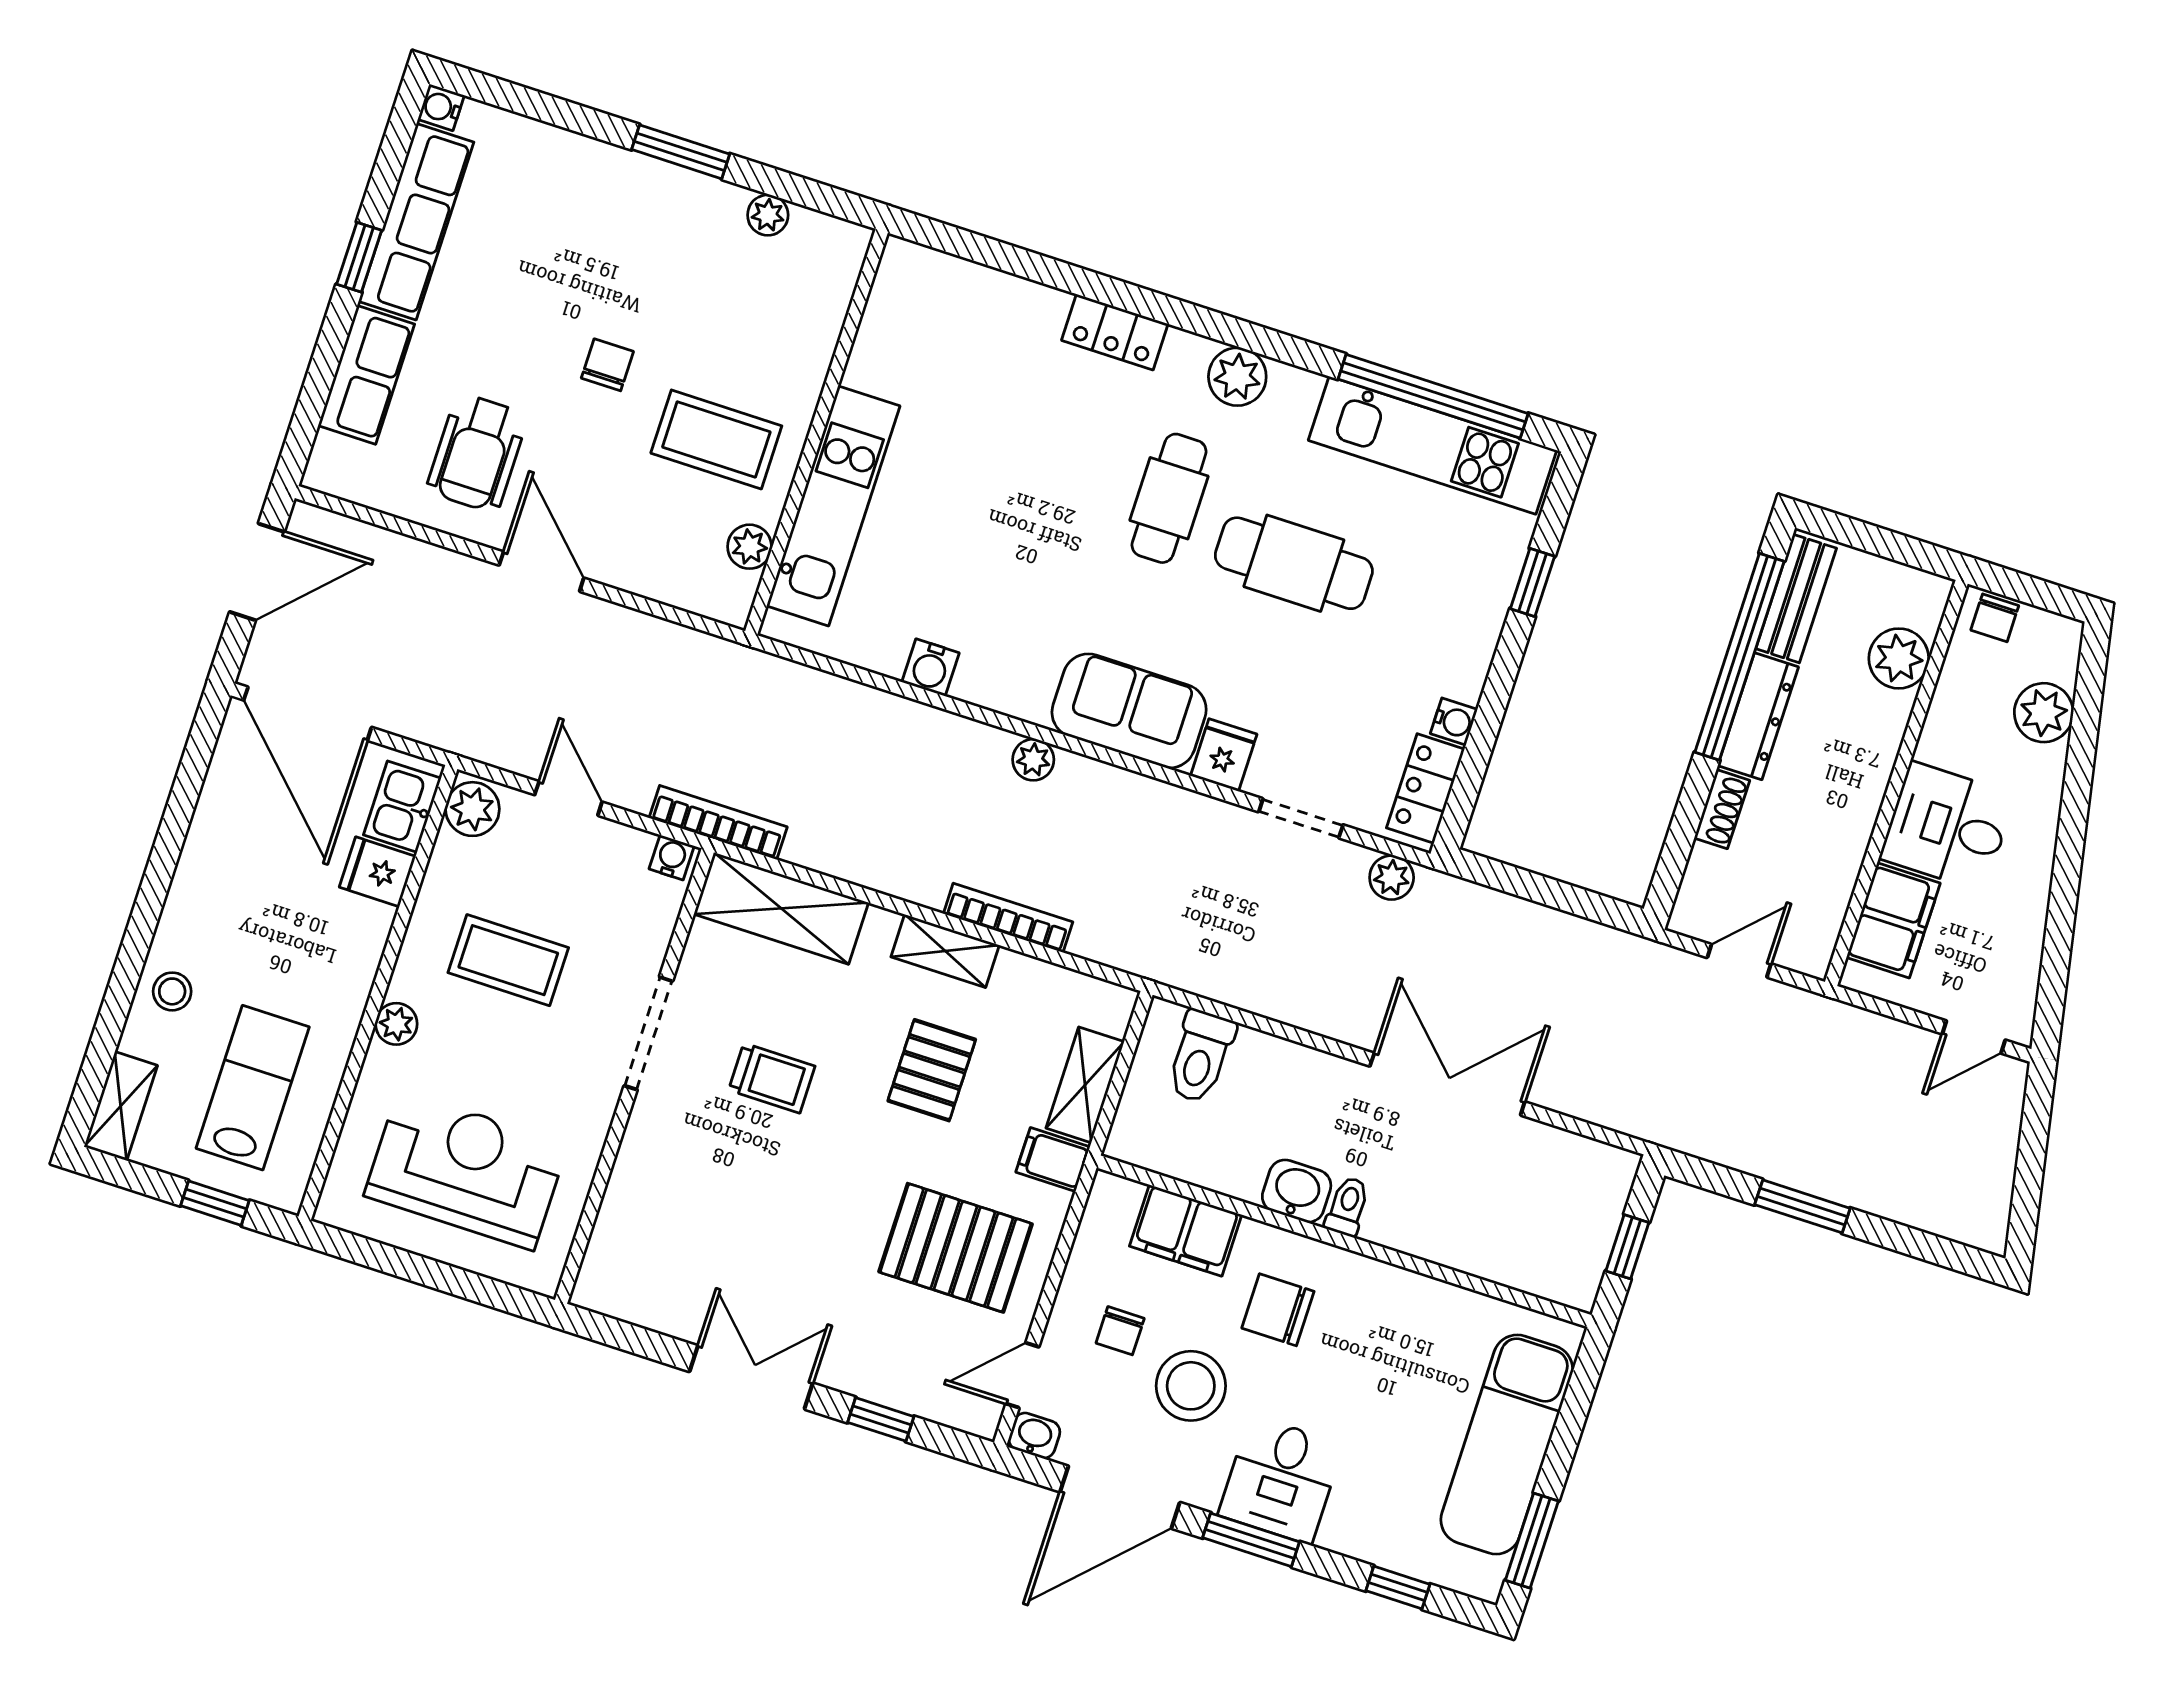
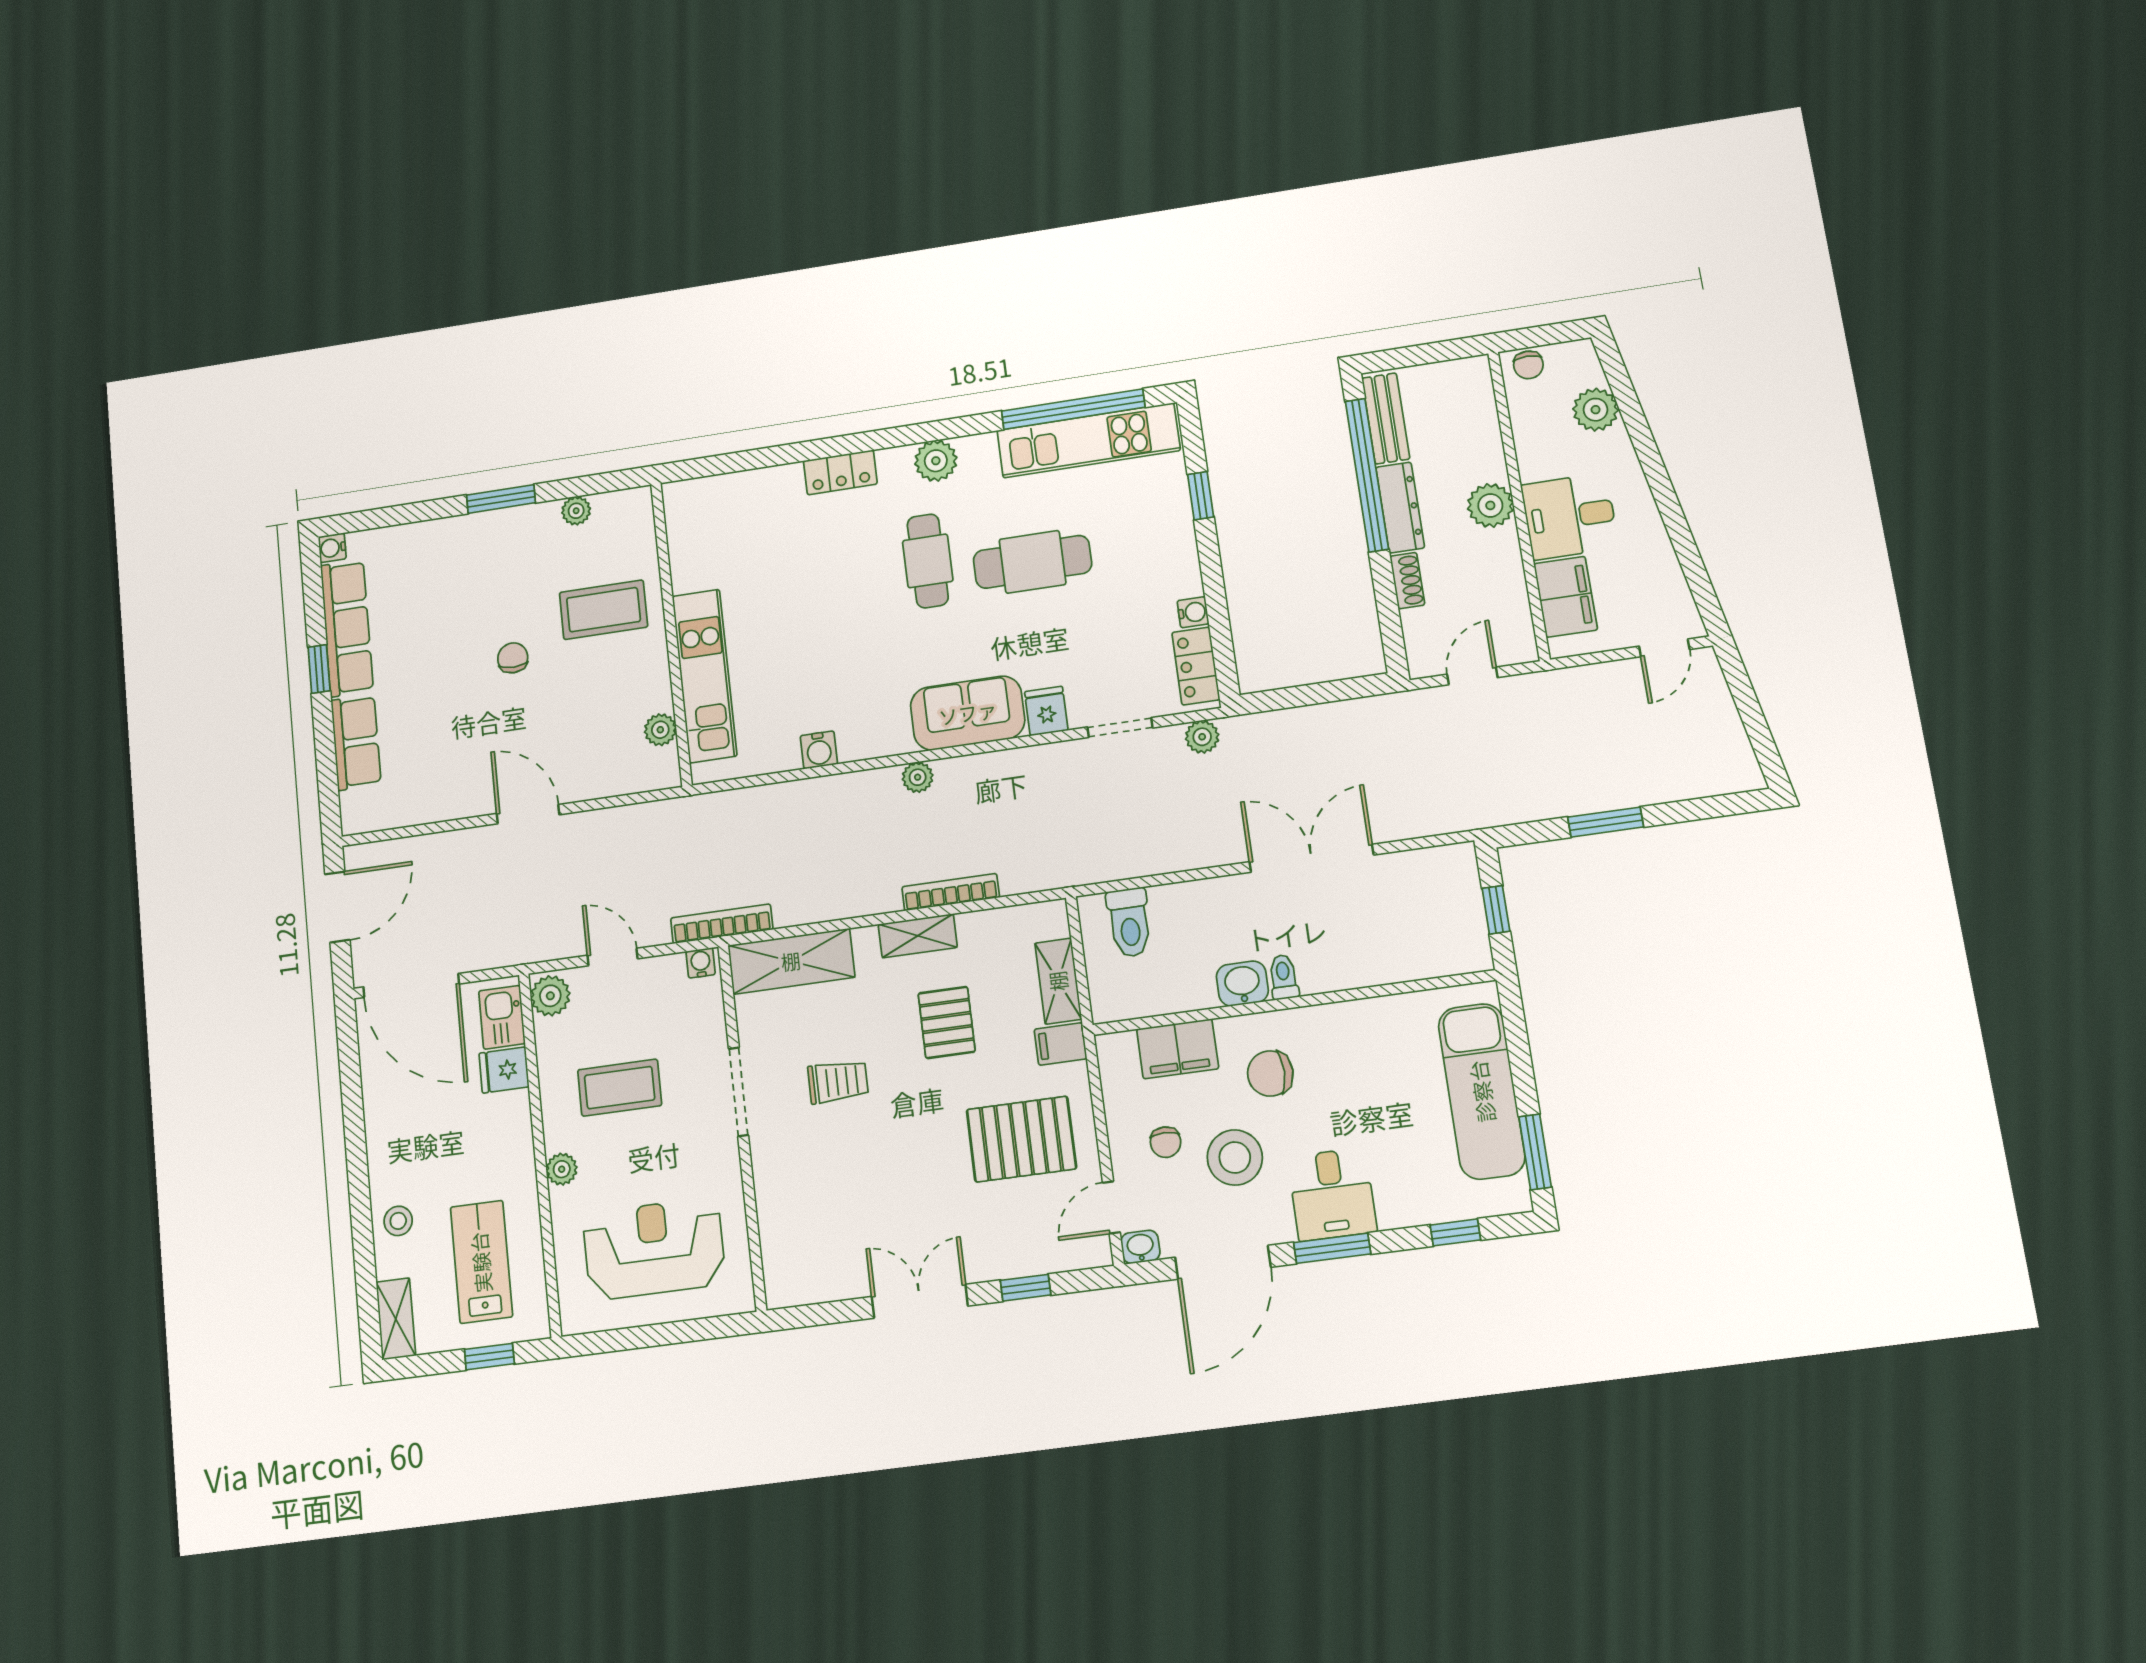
coffee table: (716, 439) -> (604, 610), moved
wheelchair: (477, 453) -> (451, 757), removed
plant: (1899, 658) -> (1490, 505), moved

